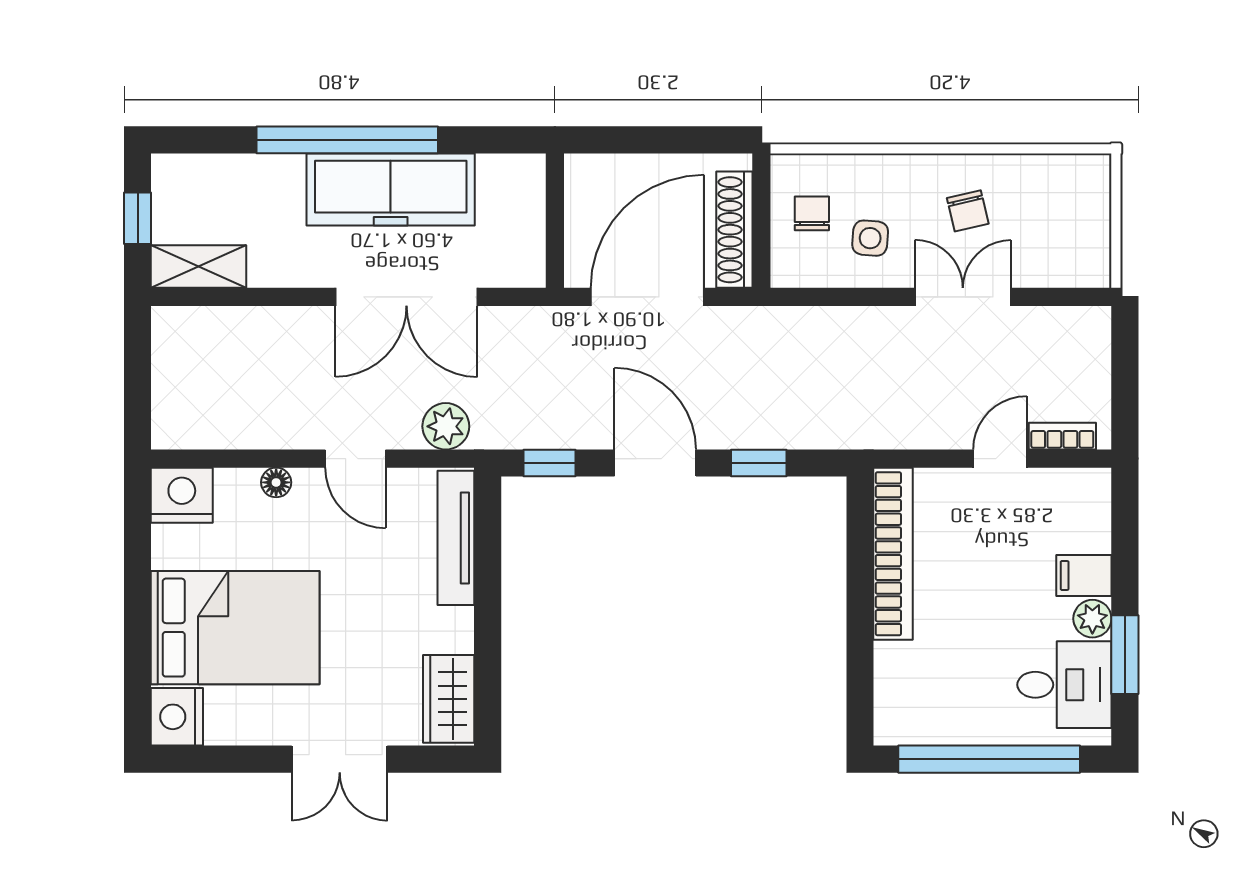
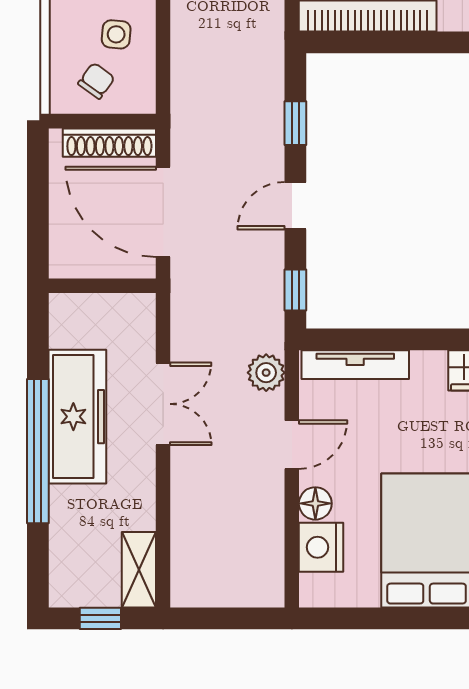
chair: (812, 213) -> (96, 81), turned 126
double door: (406, 297) -> (163, 404), width x0.73
door: (655, 463) -> (295, 206), width x0.73
floor lamp: (276, 482) -> (315, 503), width x1.37, depth x1.37
nightstand: (182, 495) -> (321, 547), moved

